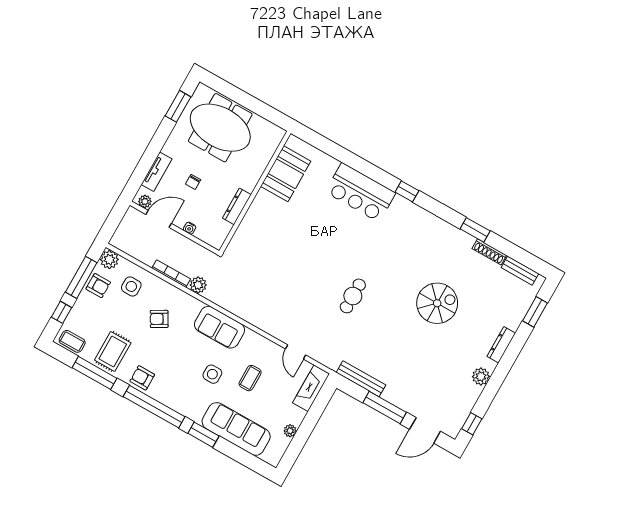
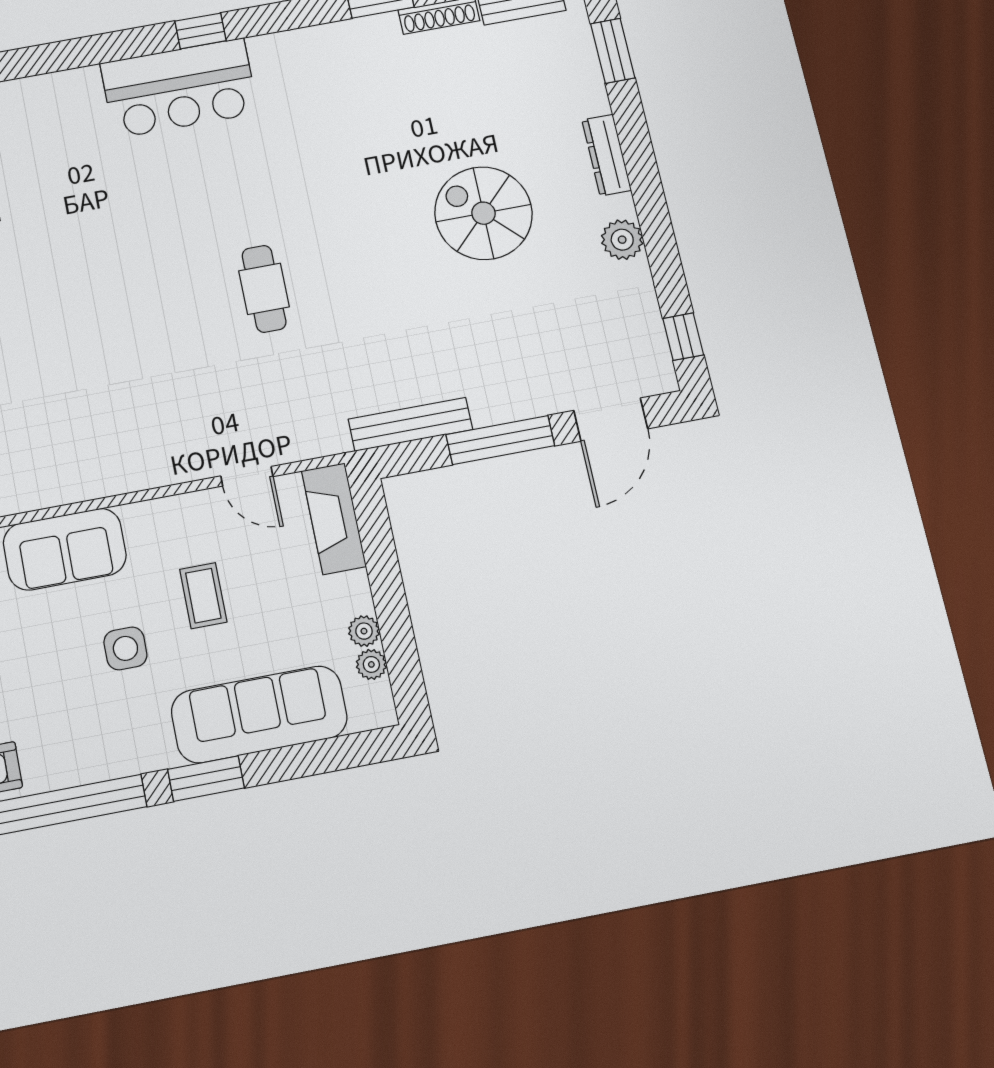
bar counter: (361, 192) -> (179, 88), moved
spiral stairs: (437, 303) -> (483, 213), moved, turned -90
plant: (283, 443) -> (371, 664), added

